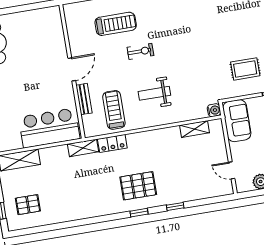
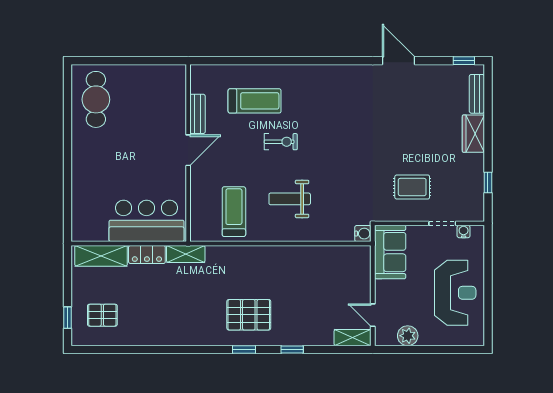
bench: (84, 99) -> (198, 114), moved
shelving: (194, 129) -> (353, 338), moved
locker: (112, 143) -> (147, 254), moved

